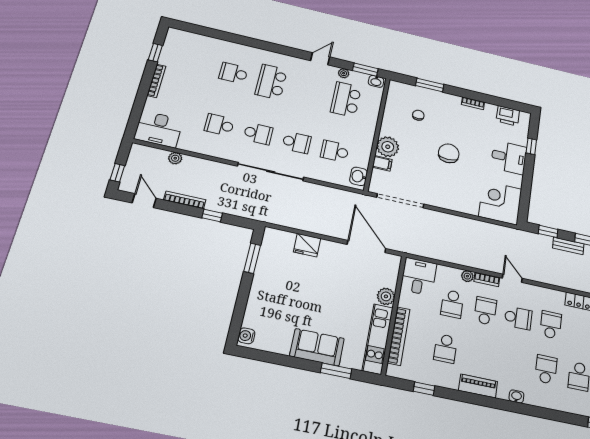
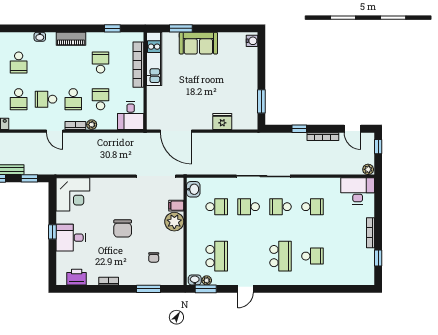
plant: (344, 73) -> (207, 280), moved
window: (531, 146) -> (52, 232), moved
plant: (175, 158) -> (368, 169), moved
plant: (386, 296) -> (154, 94), removed

